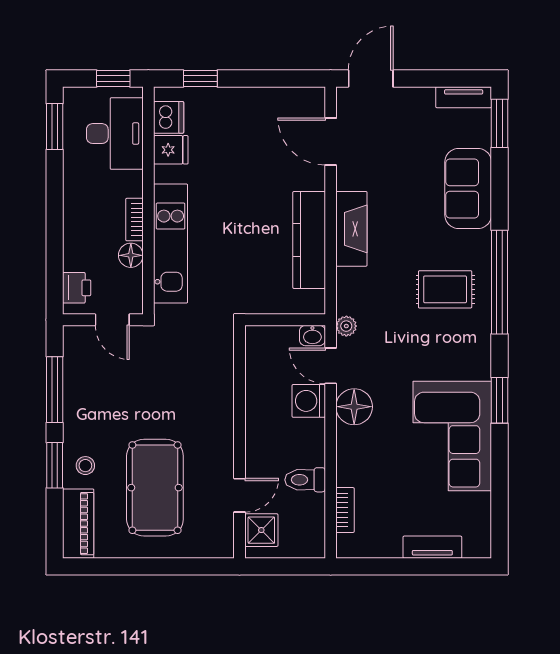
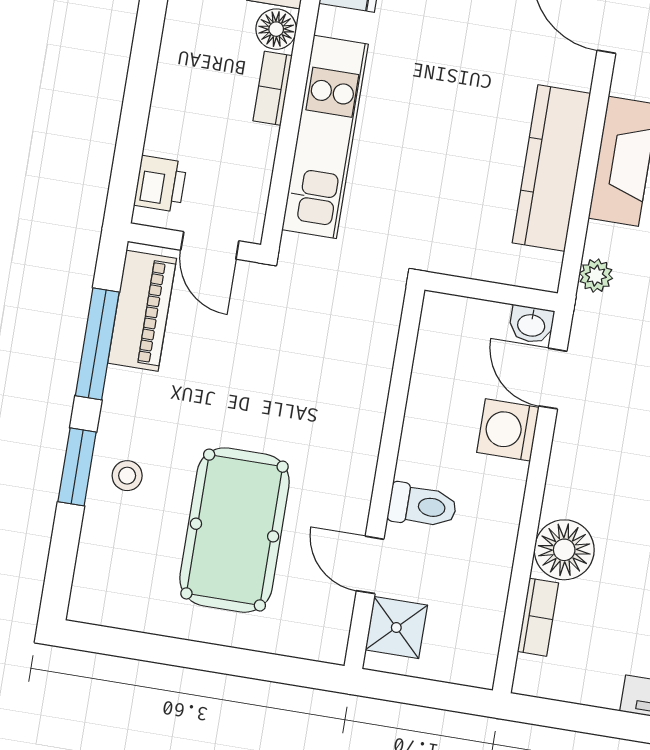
floor lamp: (131, 255) -> (276, 29), moved
plant: (346, 326) -> (596, 276), moved
floor lamp: (354, 407) -> (564, 550), moved
toilet: (305, 480) -> (422, 506), moved, turned 180
door: (240, 495) -> (370, 565), swing flipped
piano: (78, 524) -> (142, 311), moved

